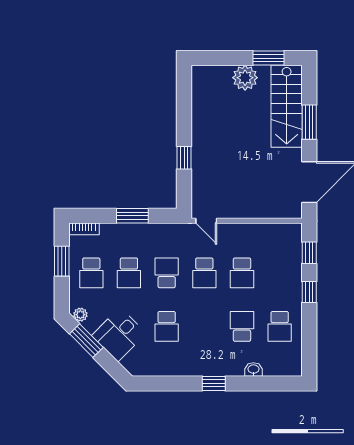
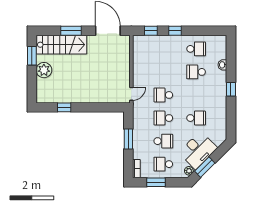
window: (184, 158) -> (64, 107), moved
school desk: (91, 273) -> (163, 164), turned 180
school desk: (204, 273) -> (163, 95), turned 180
school desk: (242, 273) -> (163, 72), removed
desk: (119, 334) -> (198, 150), width x1.37

